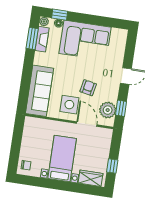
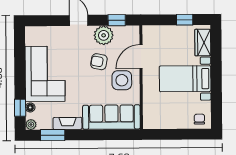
fireplace: (42, 39) -> (67, 123), moved
plant: (108, 110) -> (104, 35), moved

